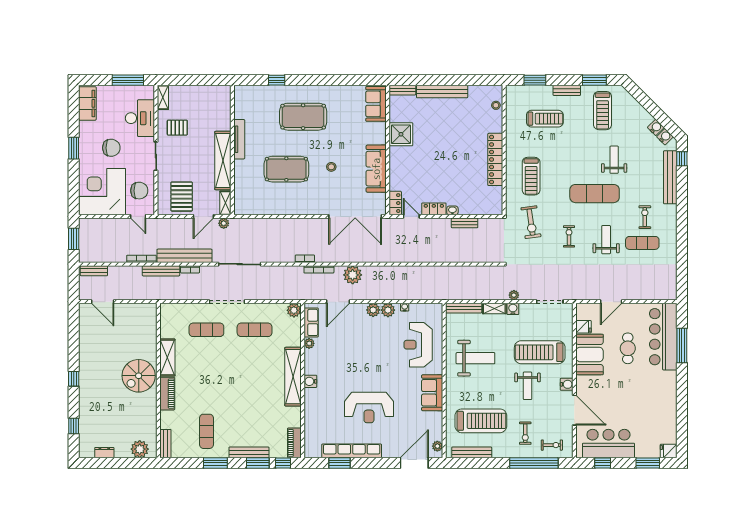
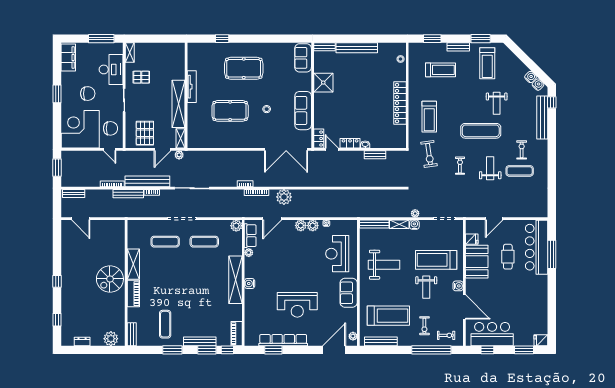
weight bench: (614, 160) -> (497, 103), turned 180

